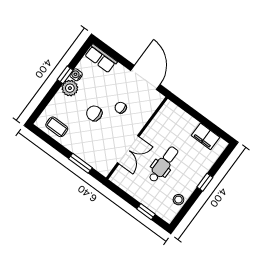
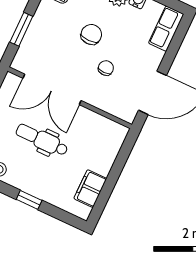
double door: (128, 150) -> (52, 89), width x1.37
dental chair: (163, 164) -> (42, 140), turned 180

